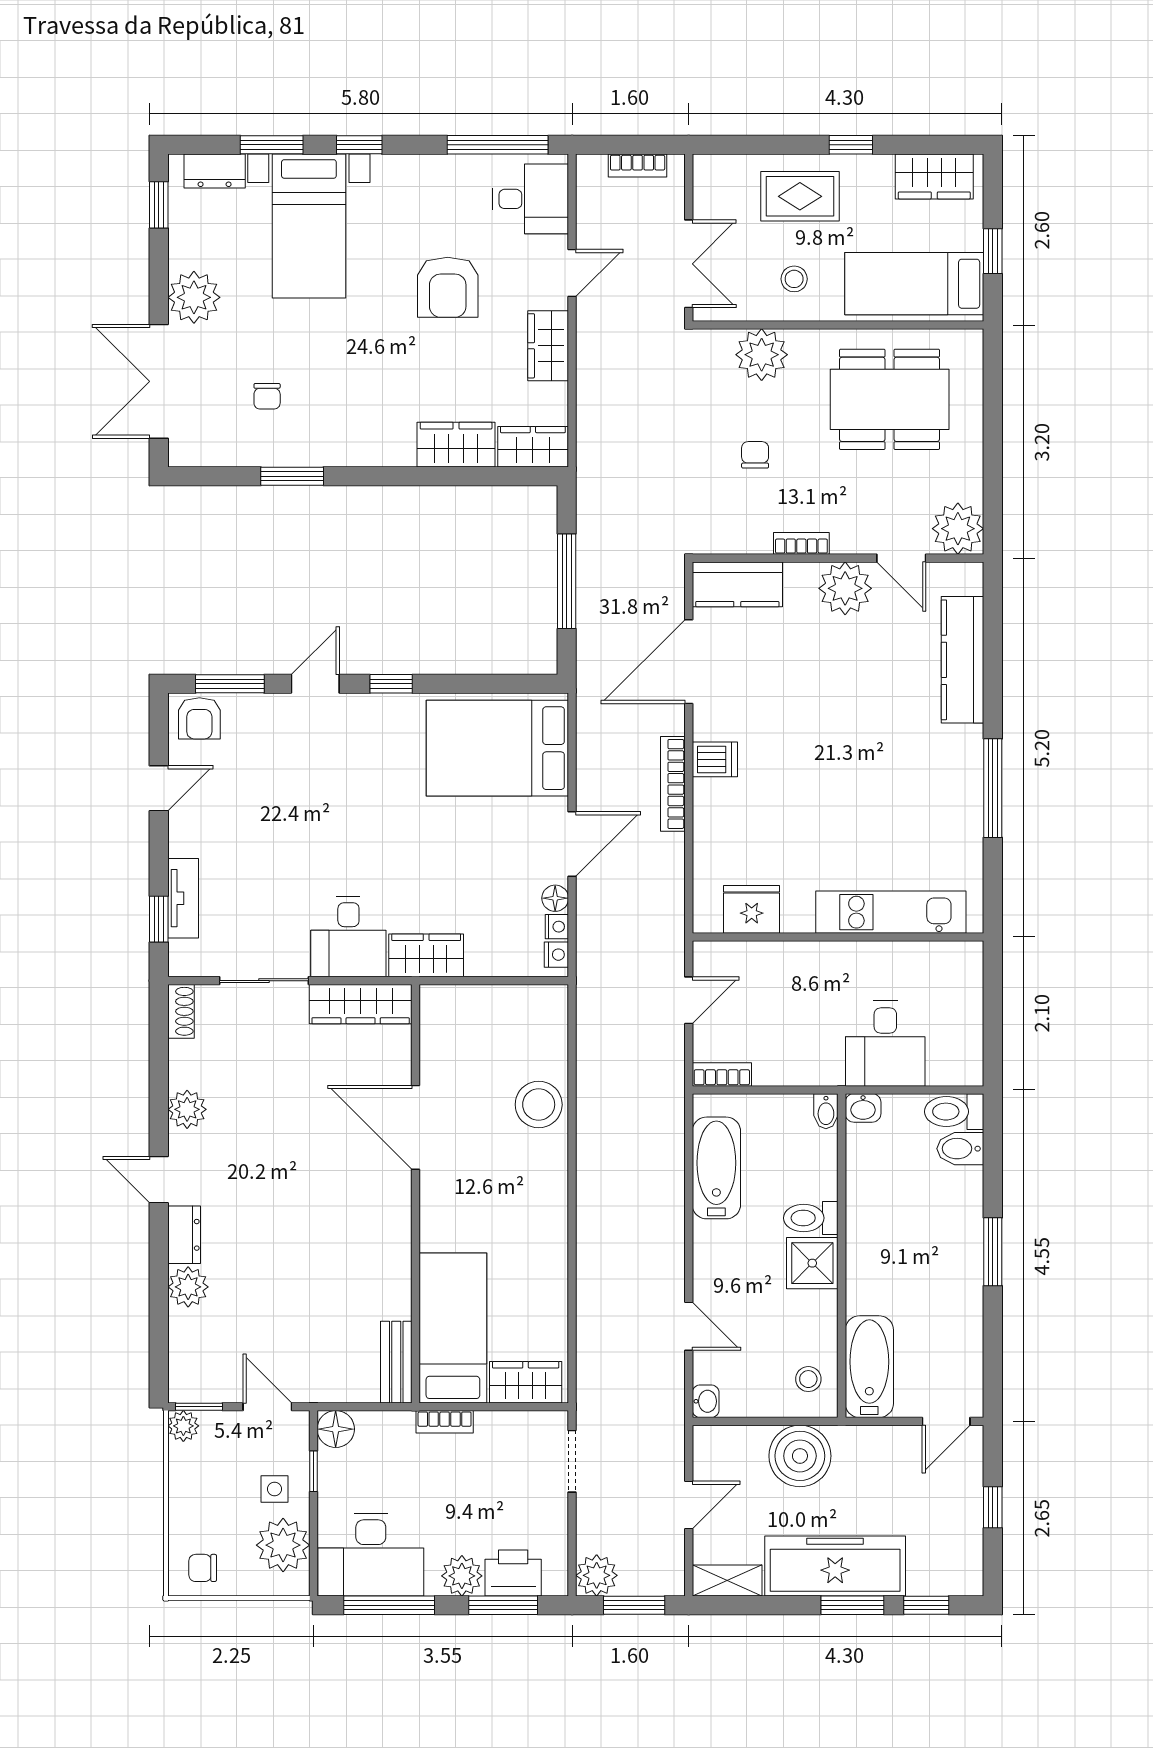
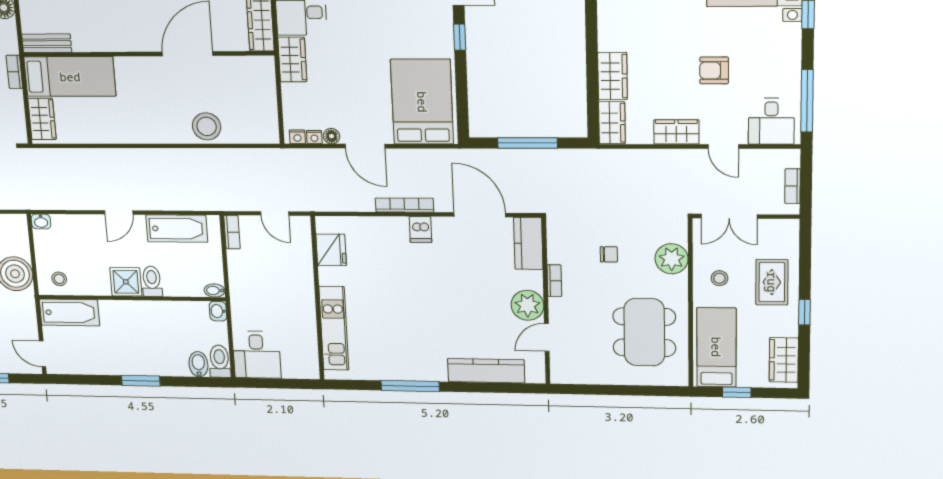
armchair: (448, 287) -> (714, 70), width x0.72, depth x0.72
plant: (958, 529) -> (566, 370), removed
desk: (885, 1044) -> (257, 355), moved, turned -90
door: (689, 1326) -> (119, 212), moved

